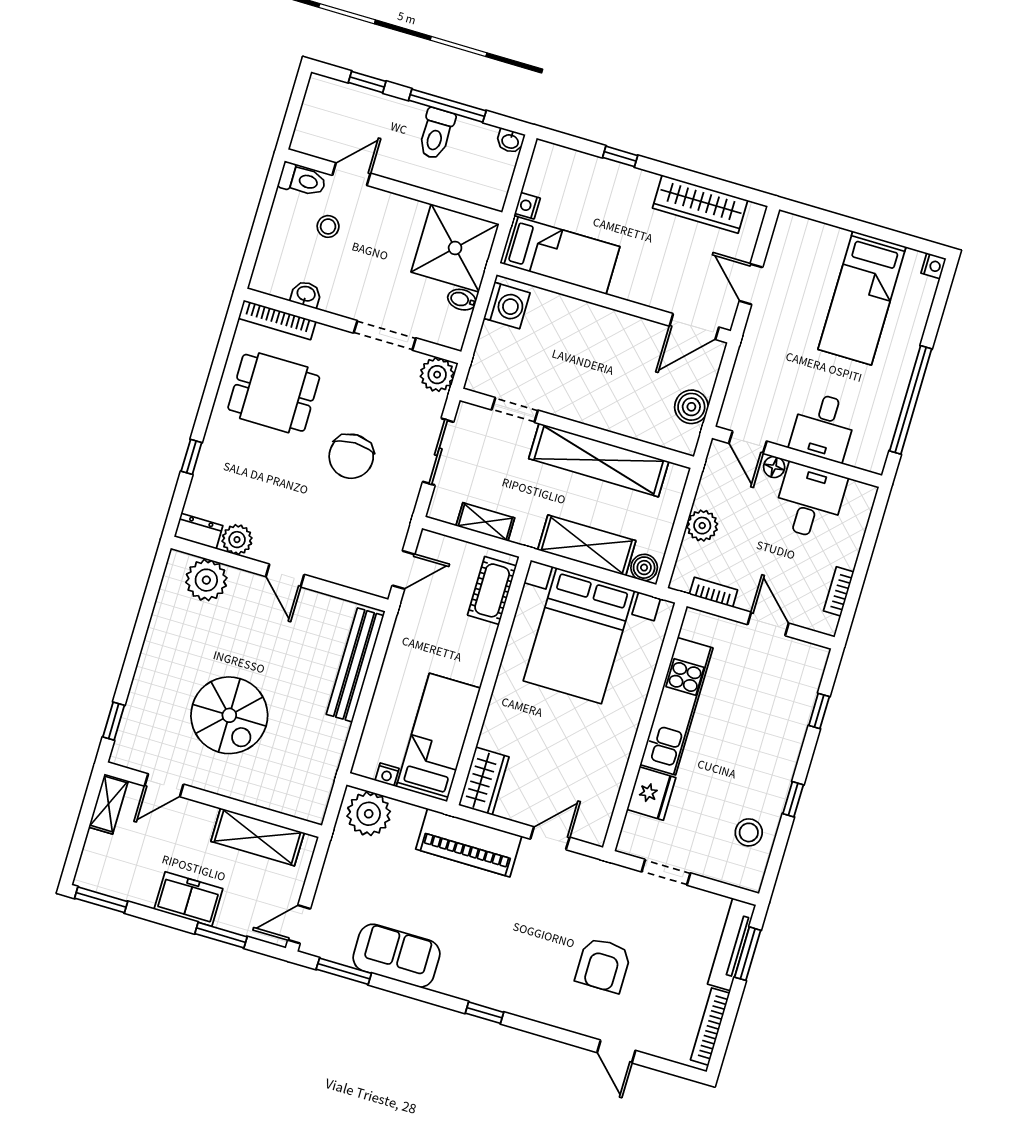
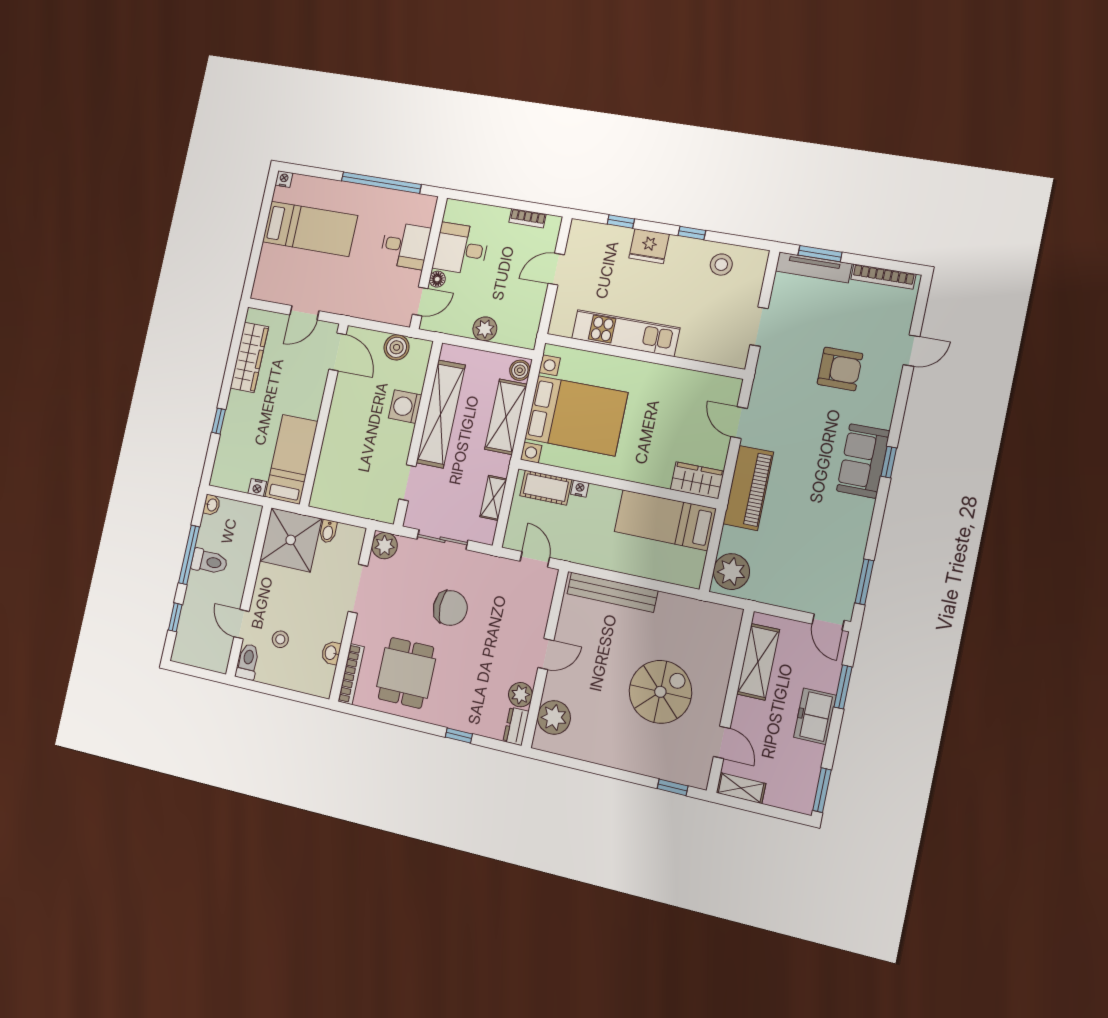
washing machine: (507, 306) -> (405, 407), moved, turned -90
bookcase: (713, 592) -> (535, 314), removed
nightstand: (387, 774) -> (580, 489), moved, turned -90
fridge: (651, 794) -> (649, 246), moved, turned 180
sofa: (396, 956) -> (863, 461), moved

